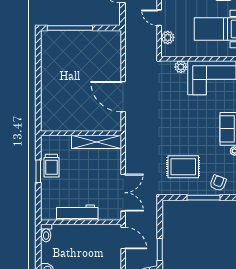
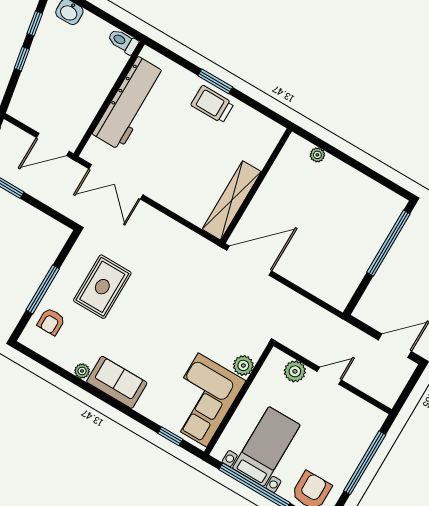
plant: (45, 94) -> (317, 155), added
wall: (81, 133) -> (256, 186), moved
shelving: (96, 142) -> (232, 200), moved
armchair: (218, 183) -> (51, 322), turned 69
workbench: (77, 213) -> (129, 103), width x1.36, depth x1.32

